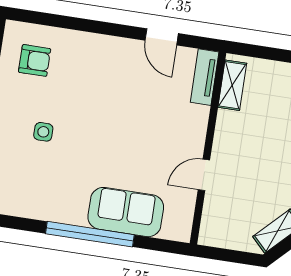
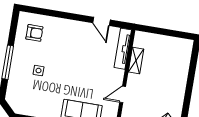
tv unit: (205, 77) -> (123, 49), width x1.41
shelving: (232, 85) -> (136, 61), moved

